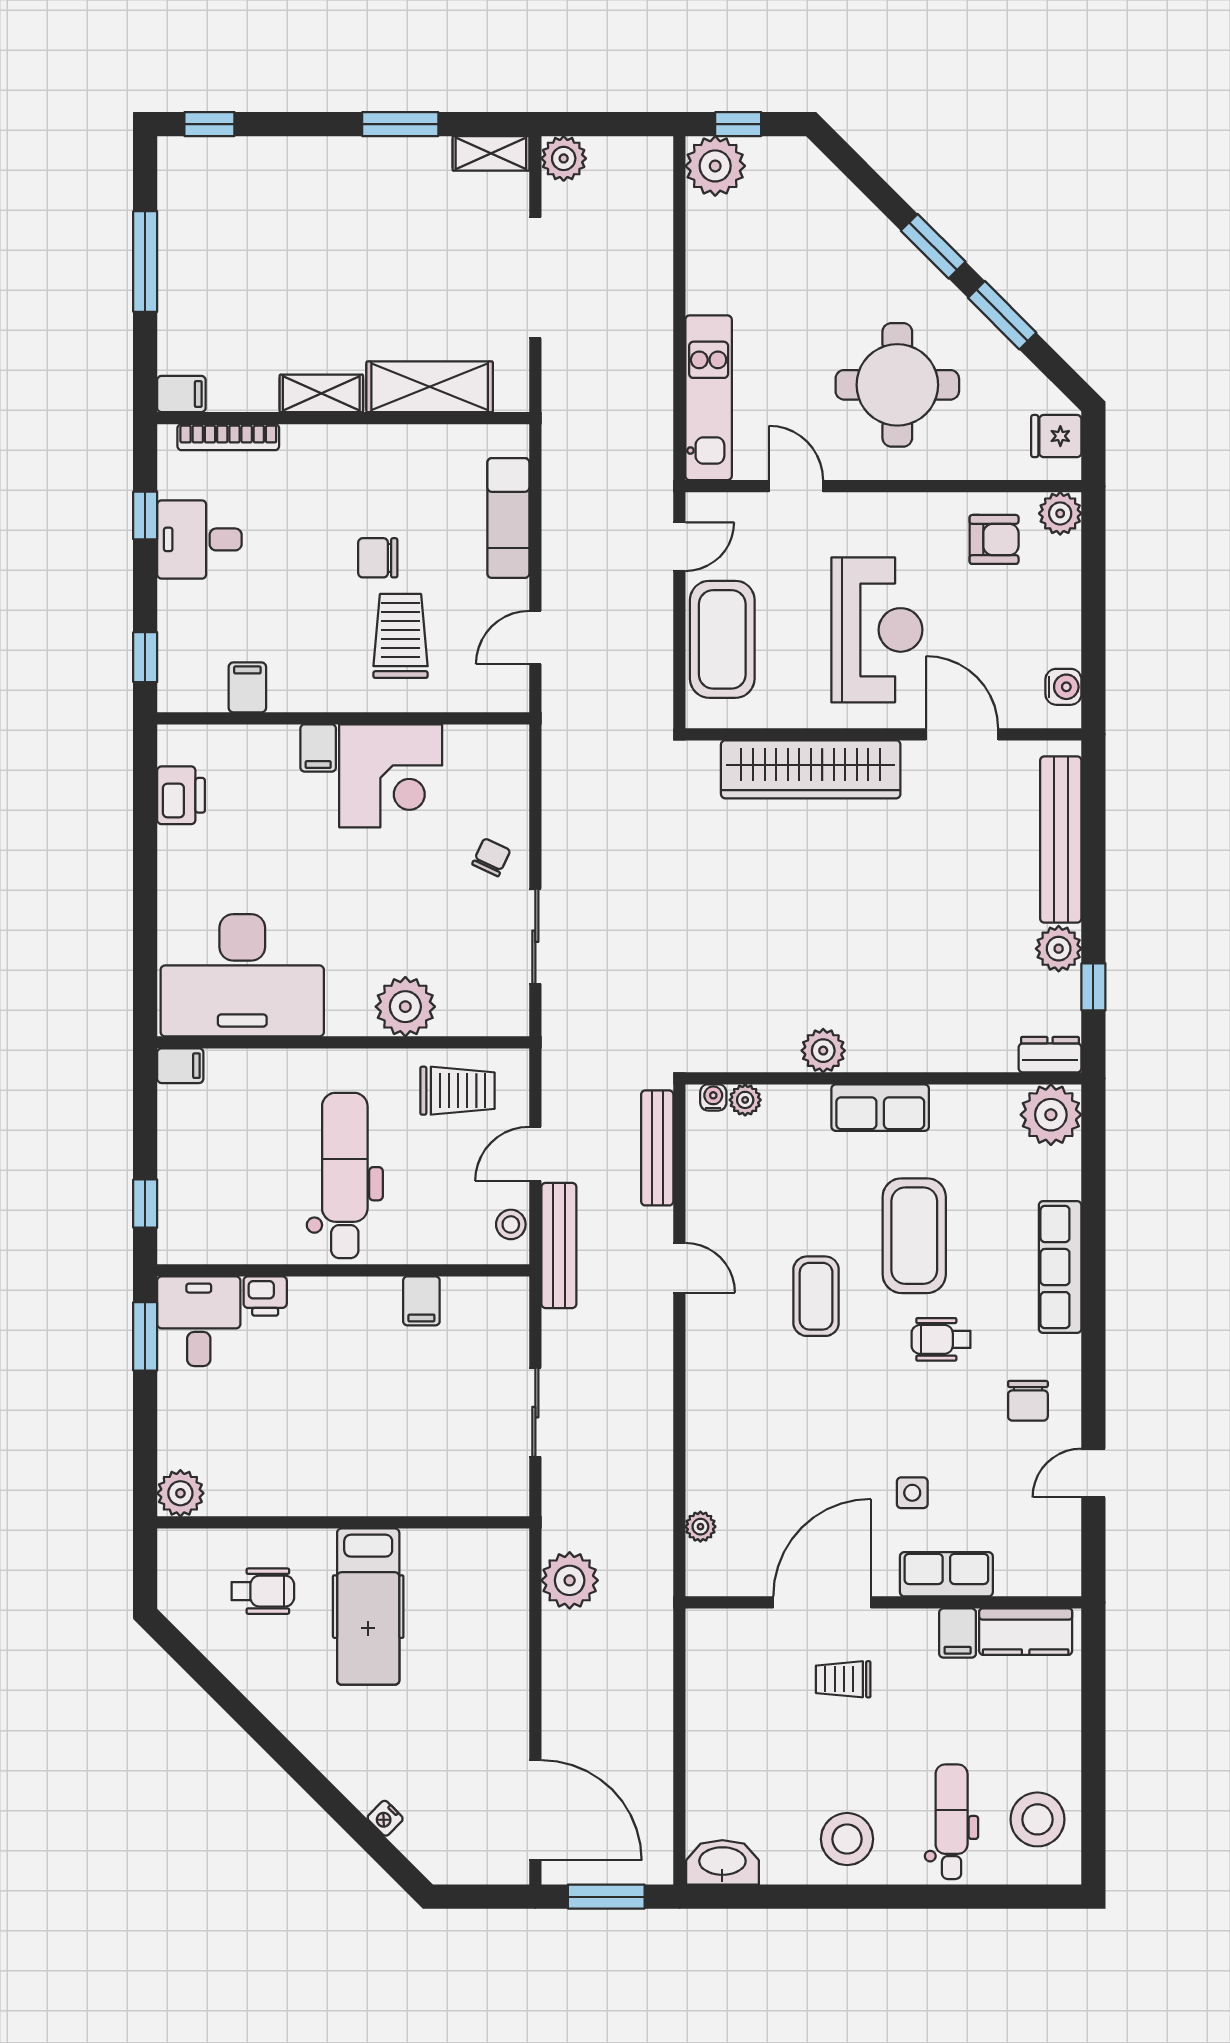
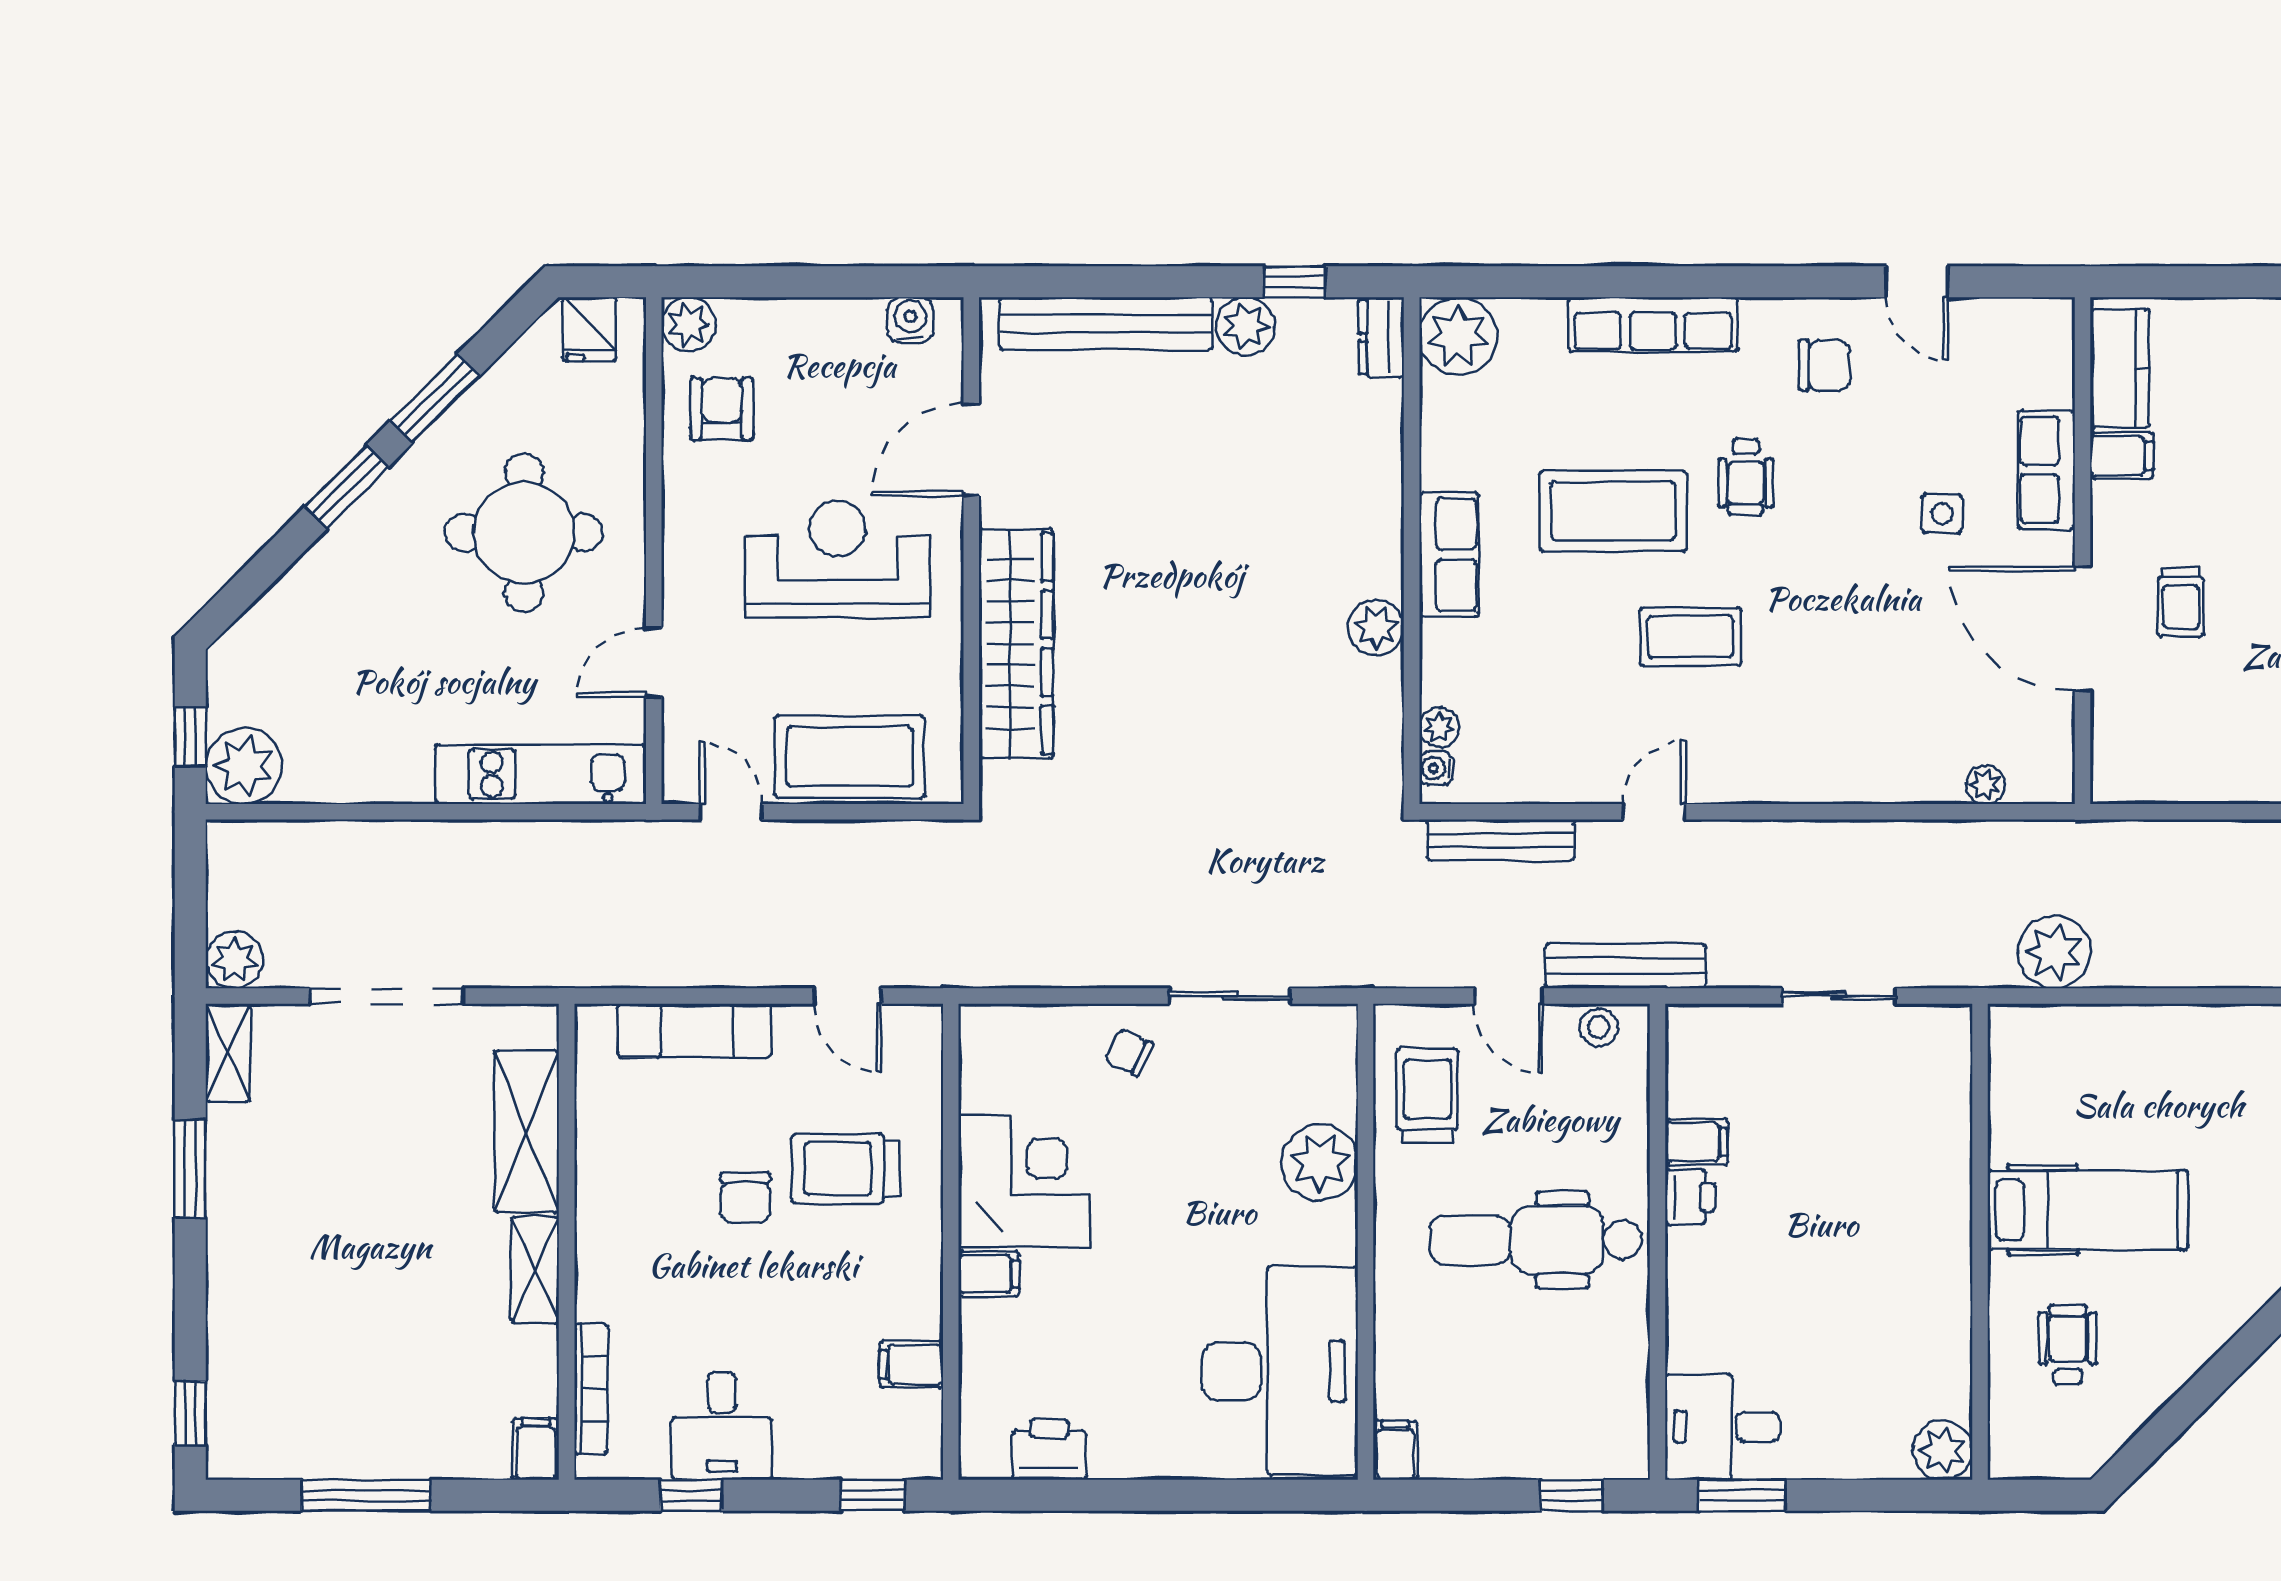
printer: (265, 1296) -> (1690, 1197), moved

